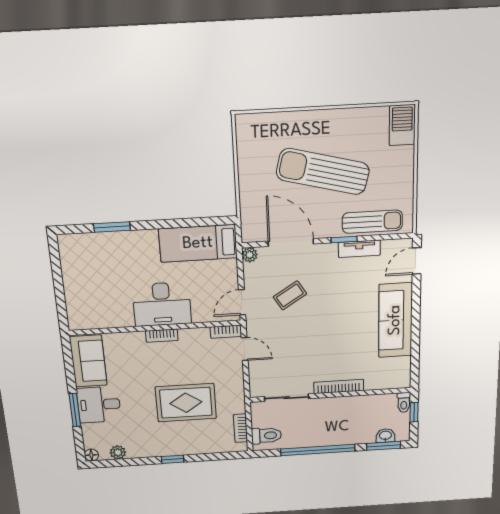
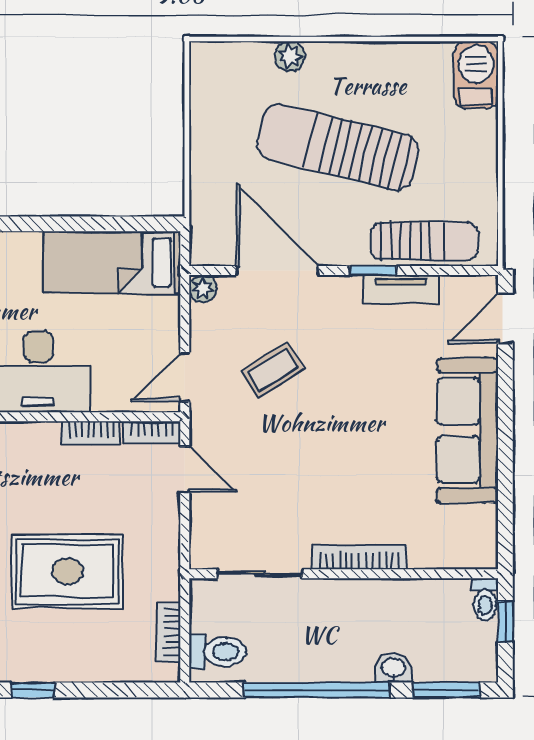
plant: (294, 120) -> (290, 56), added
bookcase: (162, 336) -> (91, 433), moved
washbasin: (385, 436) -> (394, 668), moved

